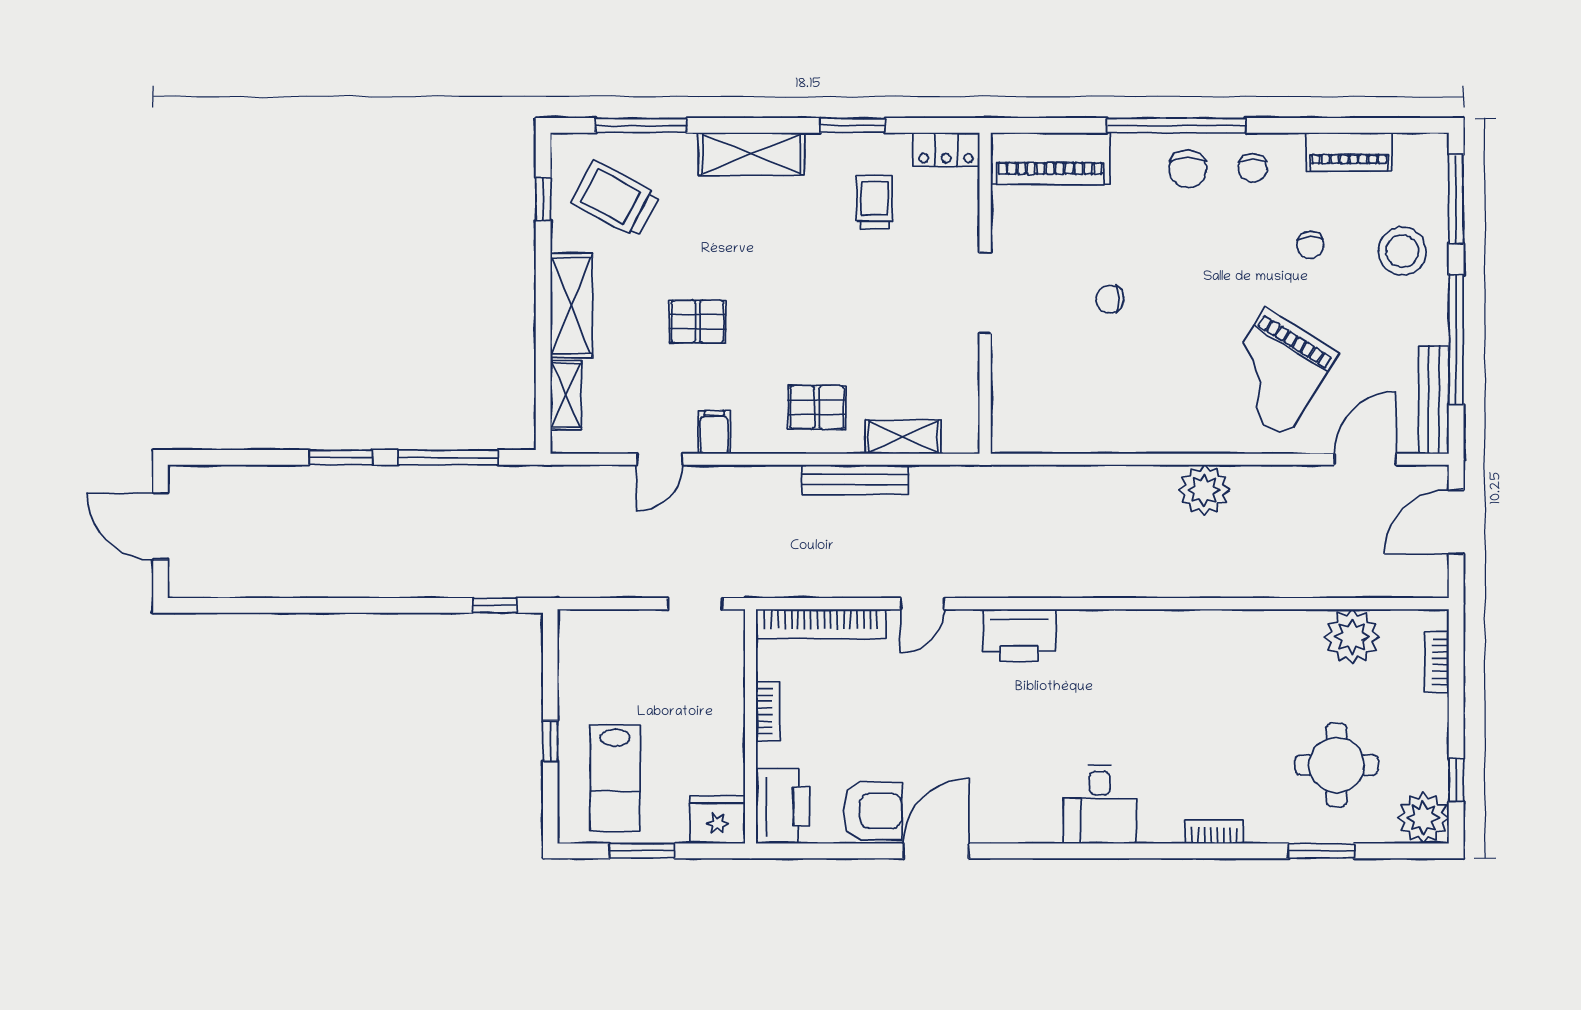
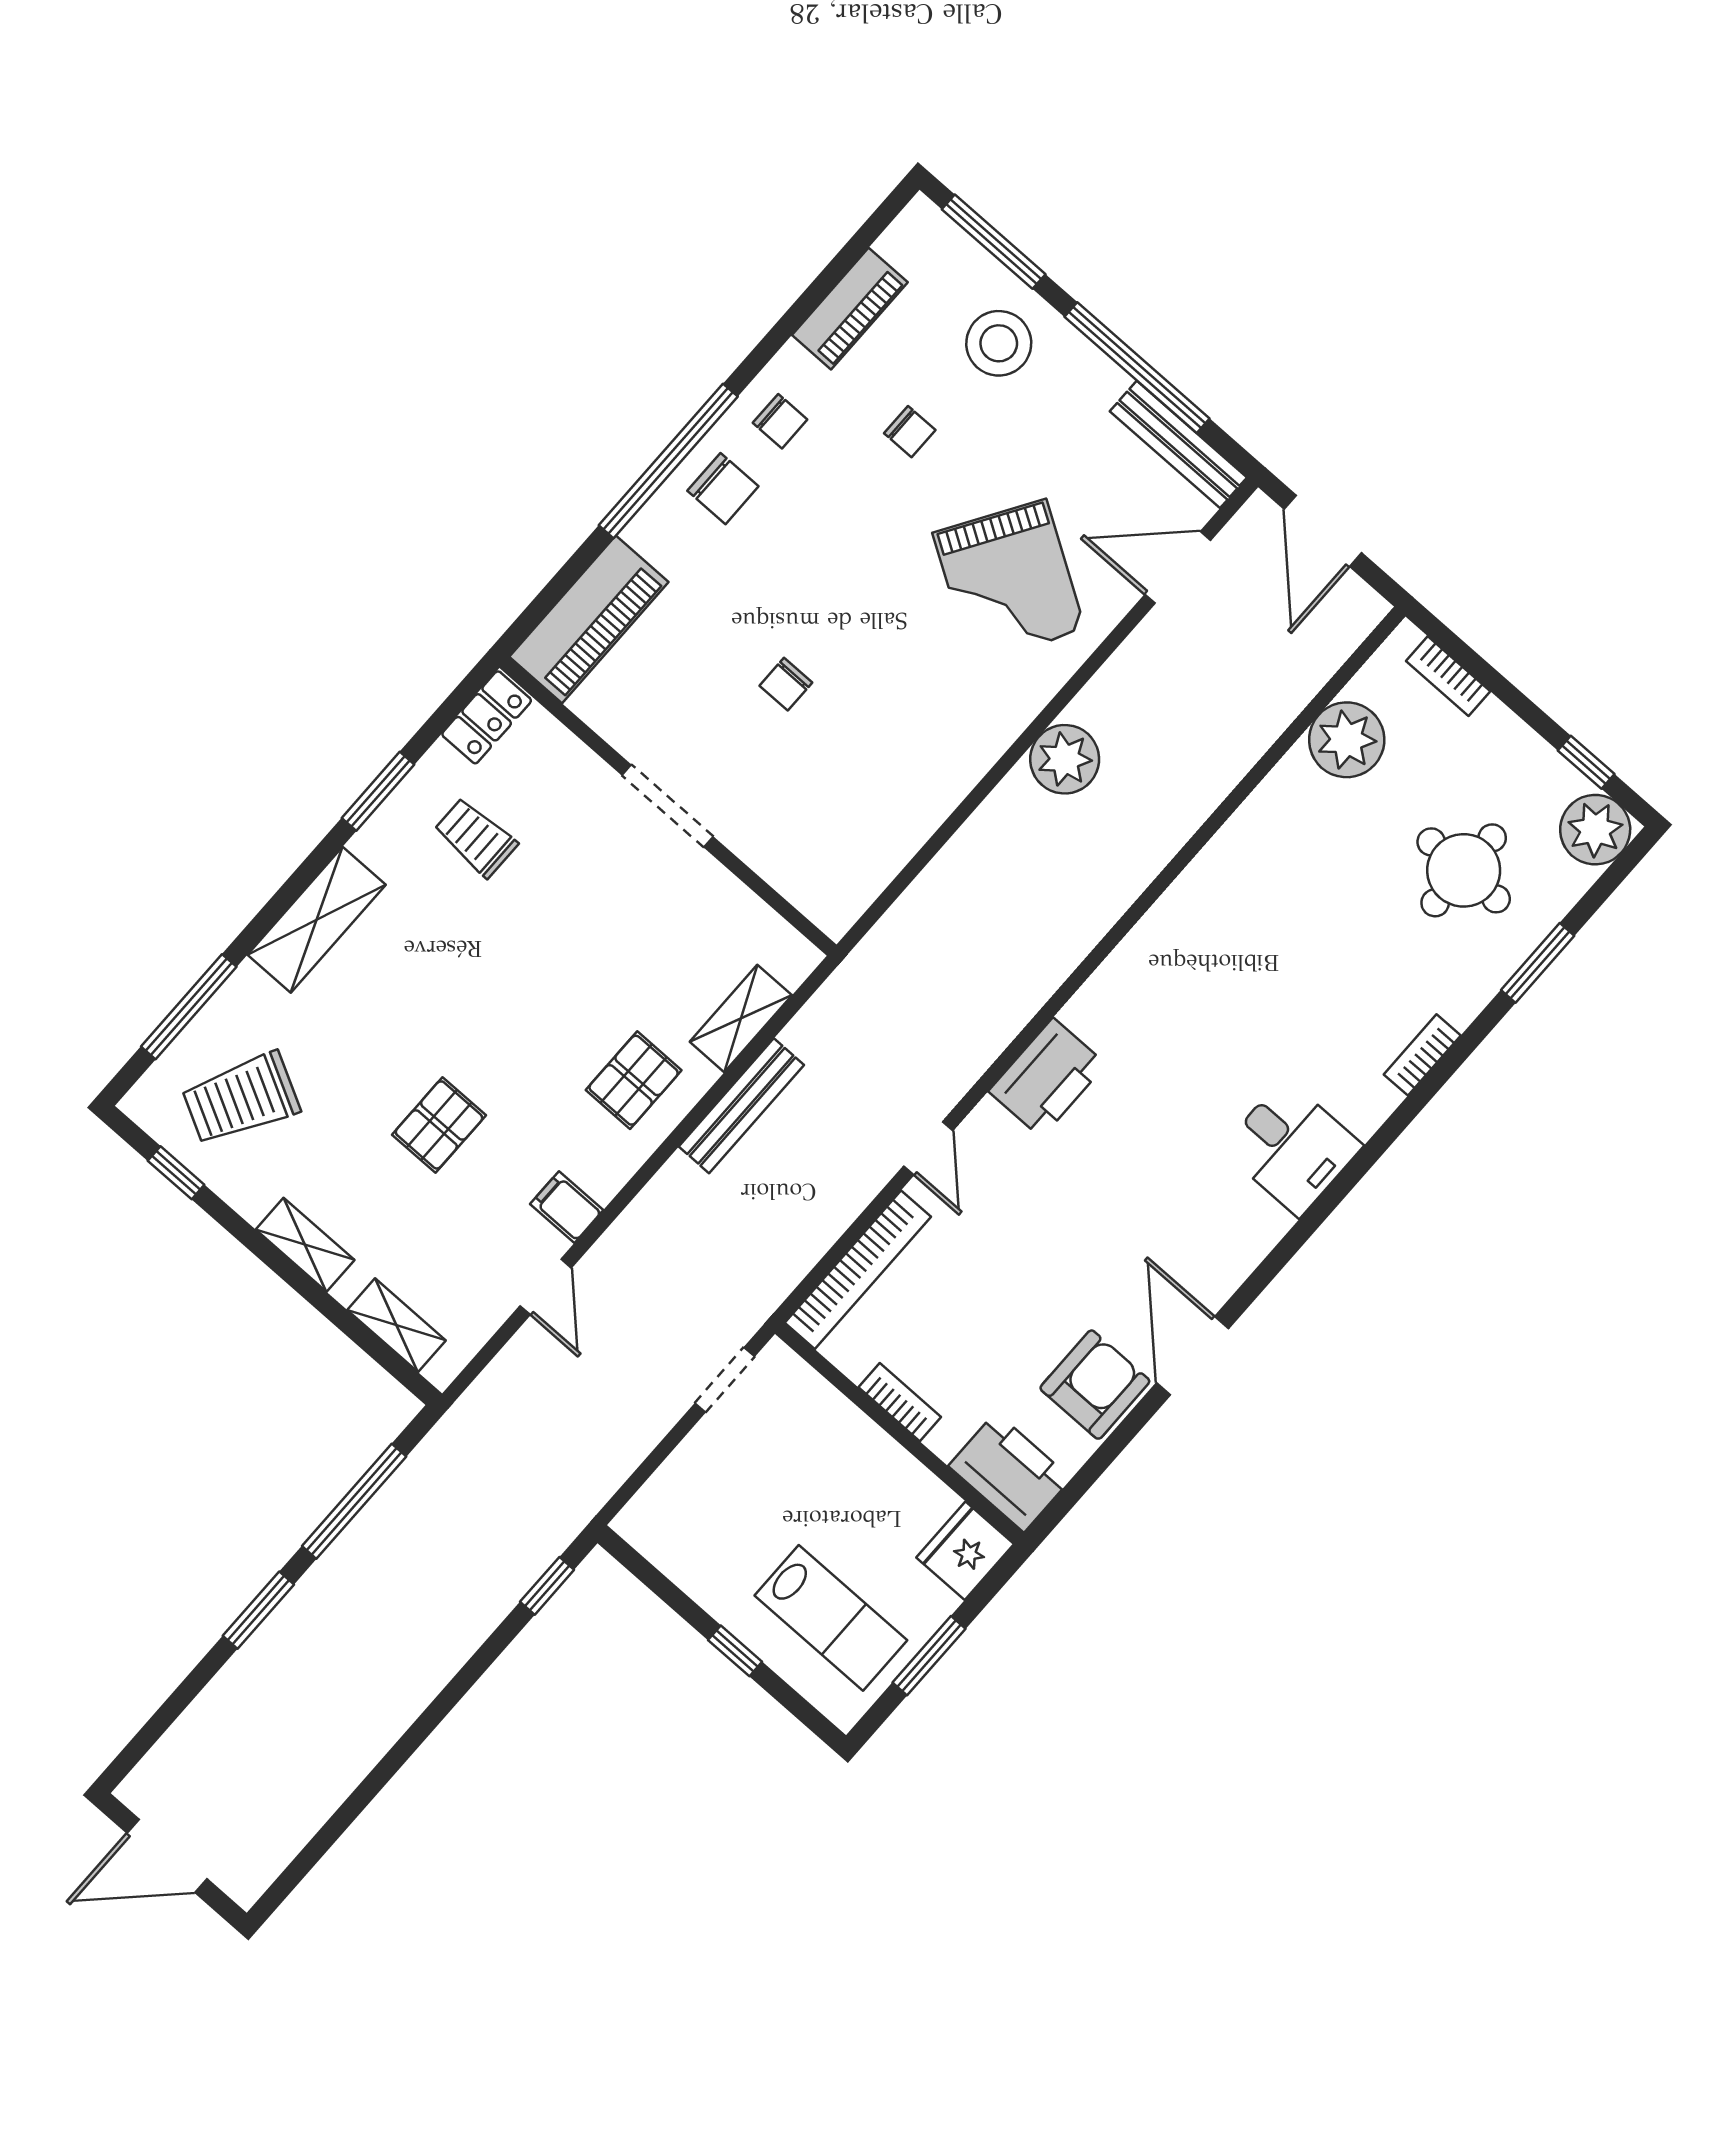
shelving: (571, 306) -> (305, 1245), width x0.67, depth x0.75
door: (1365, 459) -> (1178, 567), hinge flipped

